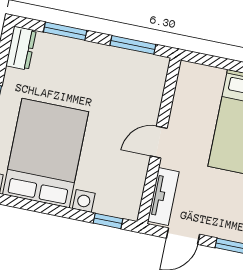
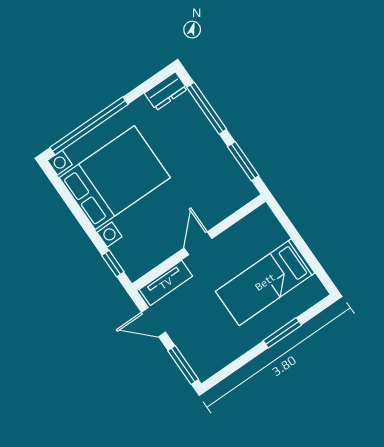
window: (65, 31) -> (207, 108), width x1.44
door: (159, 142) -> (198, 243), hinge flipped

